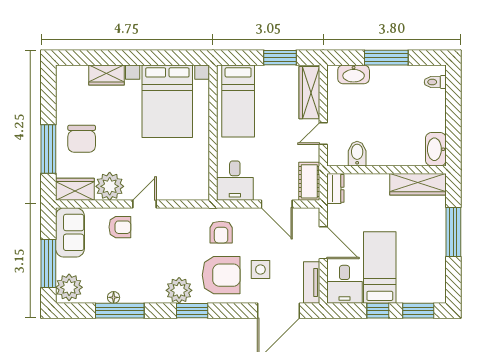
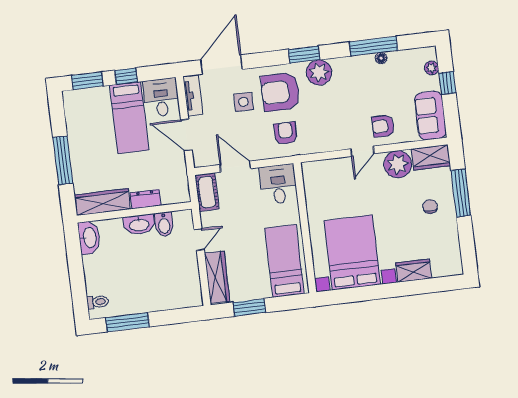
window: (386, 58) -> (127, 322), moved
washbasin: (354, 74) -> (139, 225), moved, turned 180
chair: (82, 139) -> (430, 206), width x0.54, depth x0.54
dresser: (335, 188) -> (146, 199), moved, turned 90
window: (48, 264) -> (447, 83), width x0.46
plant: (69, 287) -> (432, 68), width x0.53, depth x0.53

